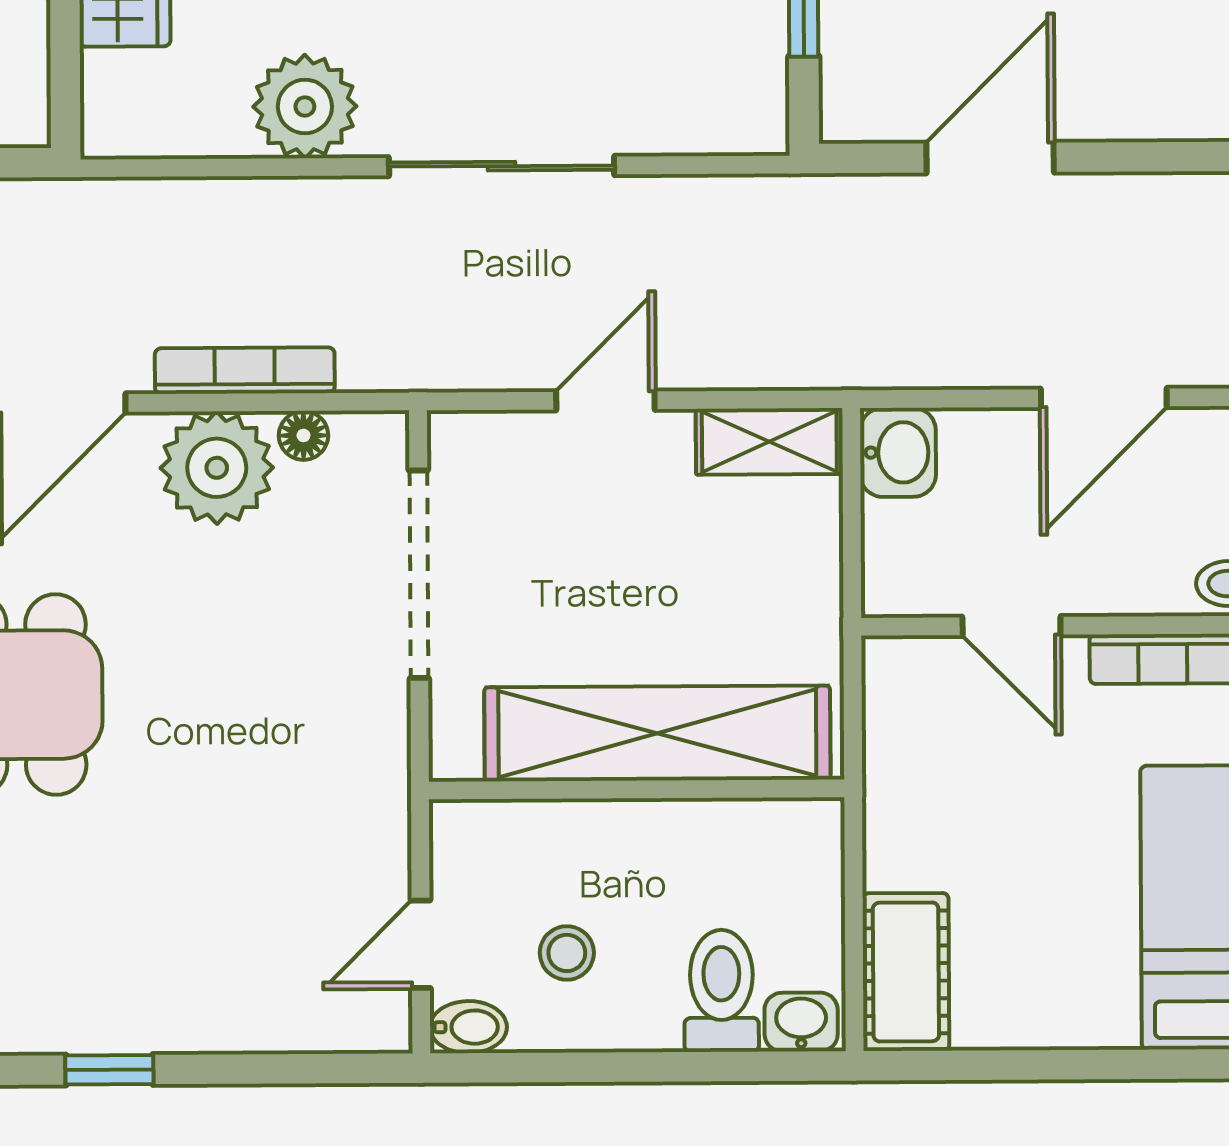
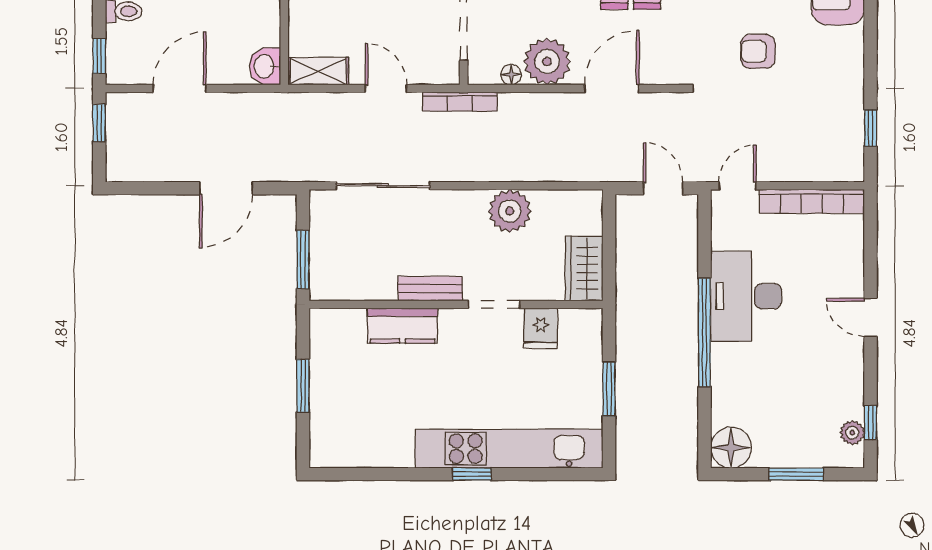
sliding door: (502, 166) -> (383, 186), moved
bookcase: (245, 371) -> (460, 102), moved
door: (605, 400) -> (386, 88), swing flipped

